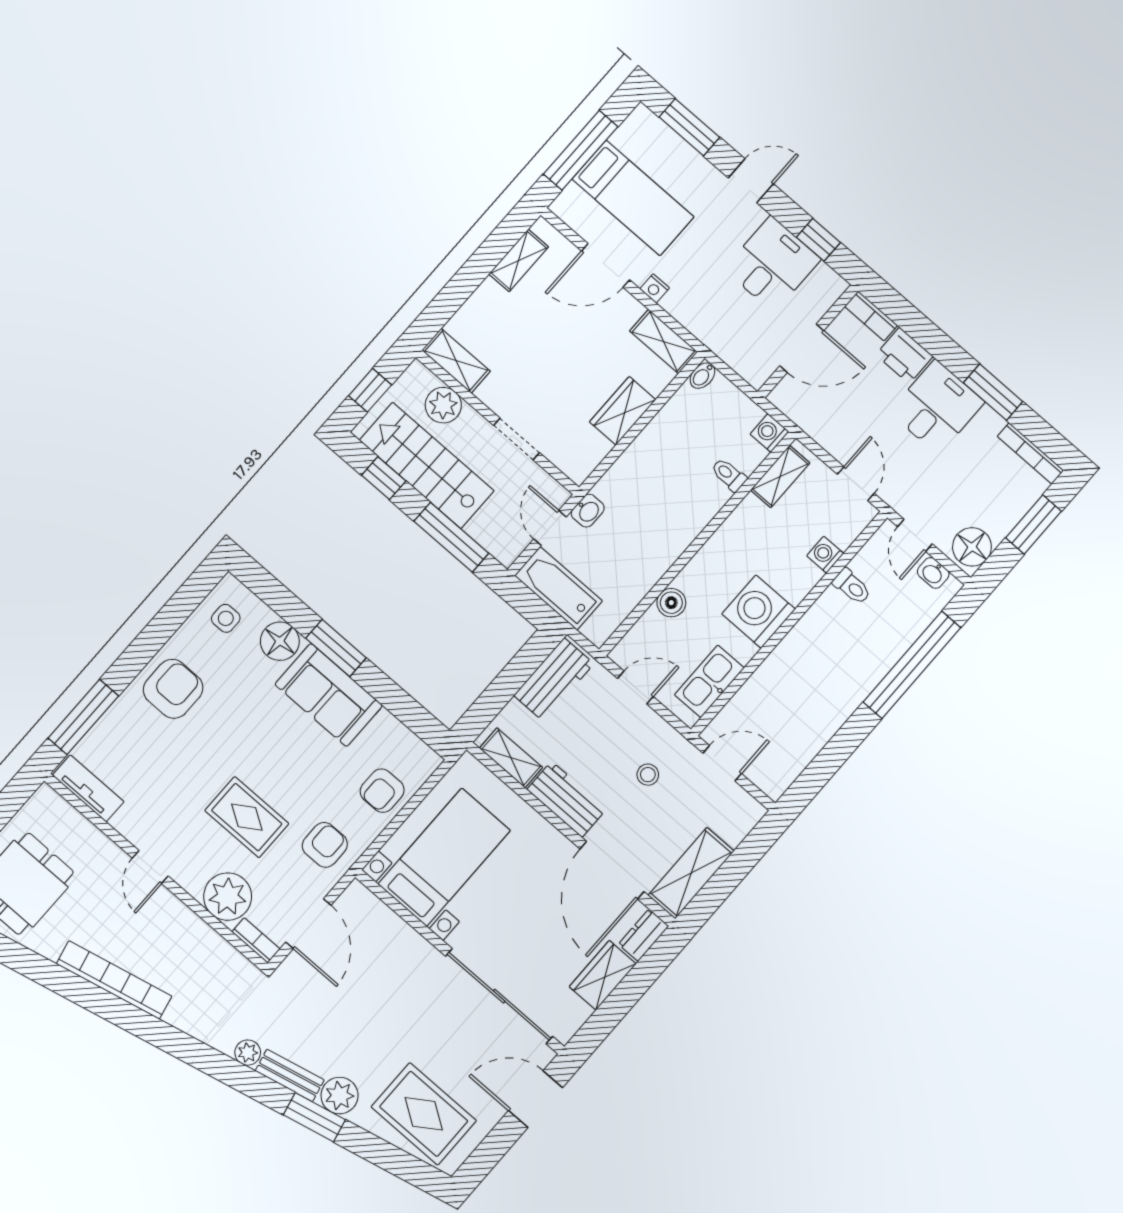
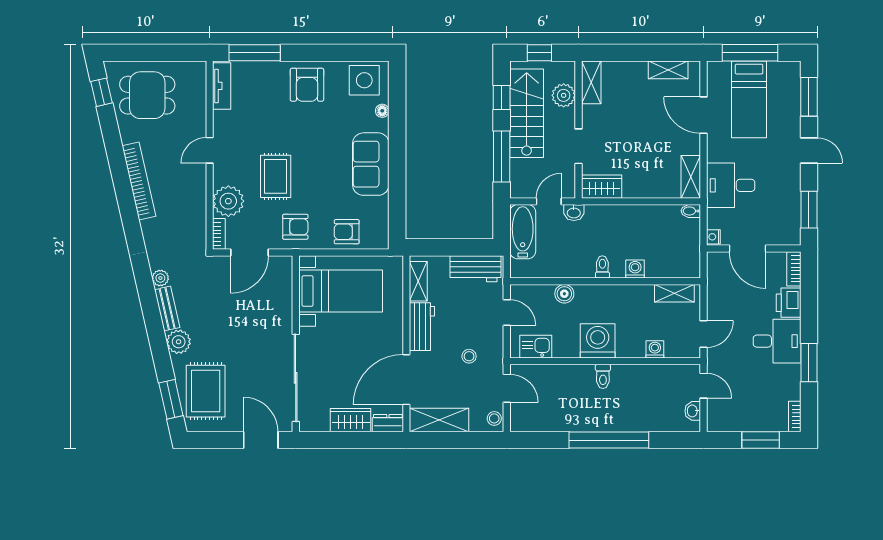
window: (818, 240) -> (809, 210), width x1.50
desk: (772, 264) -> (731, 185), moved, turned 180
nightstand: (655, 288) -> (713, 237), moved
wardrobe: (623, 411) -> (602, 187), moved
washing machine: (769, 433) -> (635, 269), moved
bookcase: (1030, 454) -> (795, 416), width x0.64
toilet: (729, 475) -> (602, 267), moved
door: (915, 535) -> (703, 386), swing flipped
floor lamp: (972, 547) -> (723, 419), removed
toilet: (852, 587) -> (603, 376), moved
side table: (226, 618) -> (364, 80), width x1.87, depth x1.87
floor lamp: (280, 641) -> (382, 111), width x0.53, depth x0.53
window: (336, 648) -> (397, 147), removed
window: (912, 665) -> (609, 440), moved
kitchen sink: (709, 681) -> (536, 347), width x0.73
armchair: (173, 689) -> (307, 85), turned 90
stool: (744, 808) -> (494, 418), added
window: (314, 1117) -> (171, 399), moved

